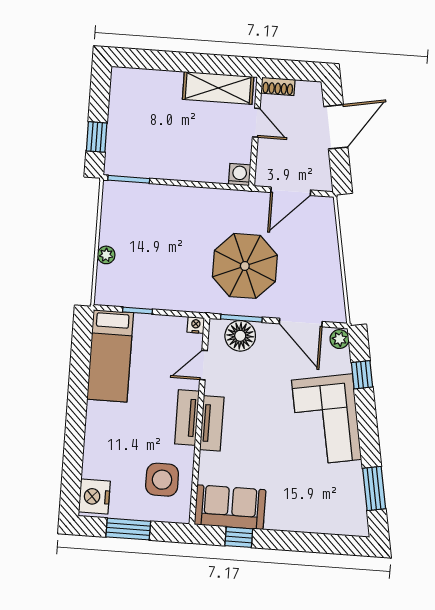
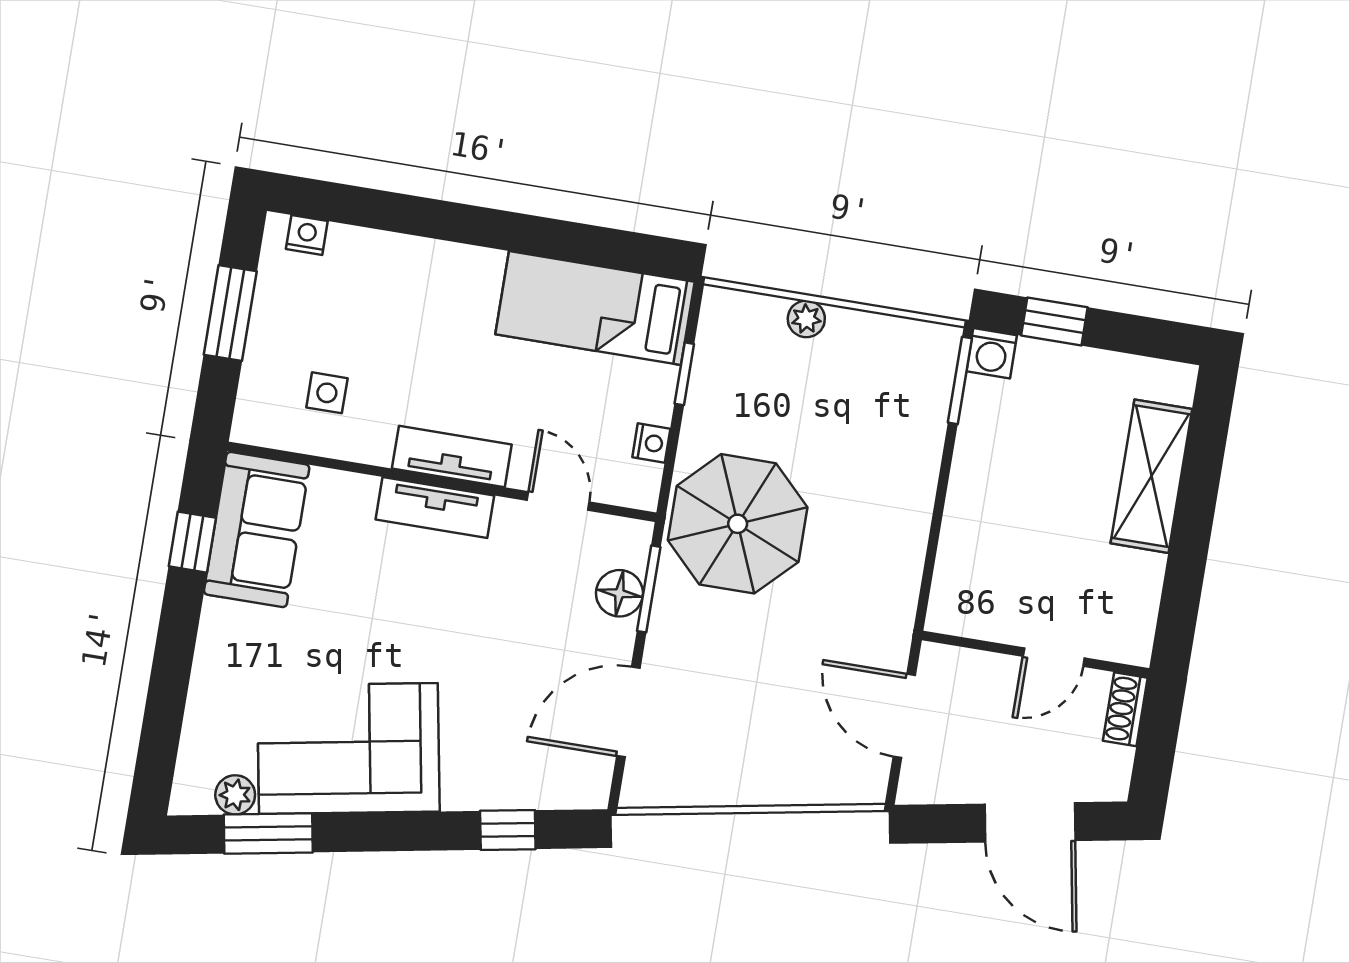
shelving: (218, 88) -> (1151, 476), moved
washing machine: (240, 175) -> (992, 353), moved, turned 90
parasol: (245, 266) -> (738, 524), moved
nightstand: (196, 325) -> (651, 443), moved
floor lamp: (240, 336) -> (619, 593), width x0.73, depth x0.73
plant: (339, 339) -> (235, 795), moved
corner sofa: (327, 420) -> (348, 748), moved
side table: (162, 480) -> (327, 393), width x0.54, depth x0.54
nightstand: (94, 497) -> (307, 235), width x0.53, depth x0.56

